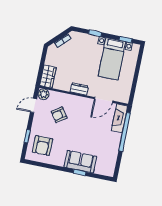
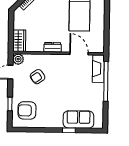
door: (104, 100) -> (79, 53), swing flipped
armchair: (43, 146) -> (27, 110), turned 90
sofa: (80, 162) -> (78, 119), moved

